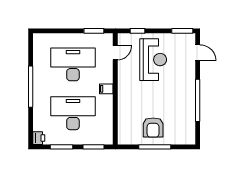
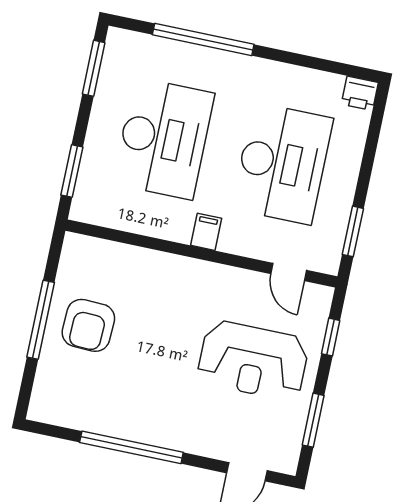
window: (182, 31) -> (313, 420), moved
window: (31, 87) -> (203, 40), moved
armchair: (153, 128) -> (88, 325), turned -88
printer: (39, 138) -> (360, 93), moved
window: (62, 147) -> (94, 68), moved

